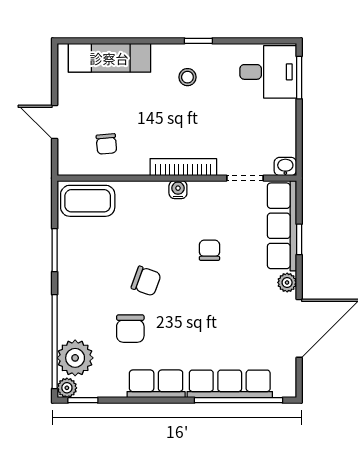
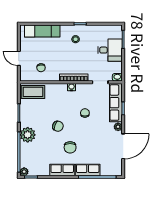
desk: (268, 72) -> (110, 50), moved
chair: (130, 329) -> (70, 147), moved
plant: (75, 358) -> (28, 135), moved
row of seats: (230, 384) -> (88, 170), width x0.68

